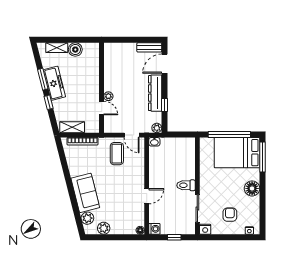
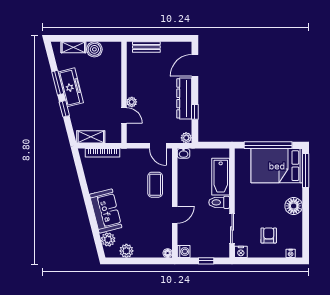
bench: (149, 47) -> (146, 47), moved
coffee table: (117, 154) -> (155, 185), moved
bathtub: (187, 162) -> (221, 177), added

